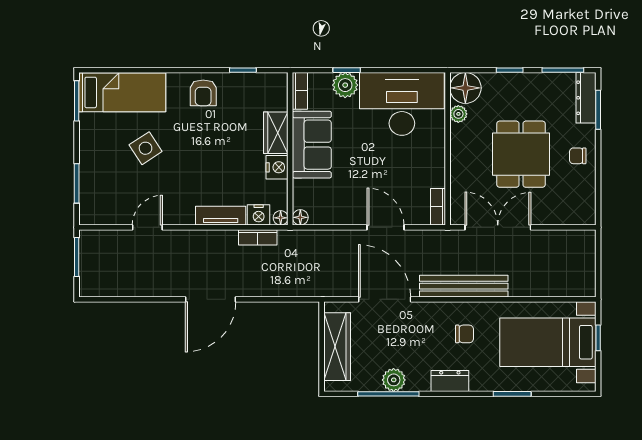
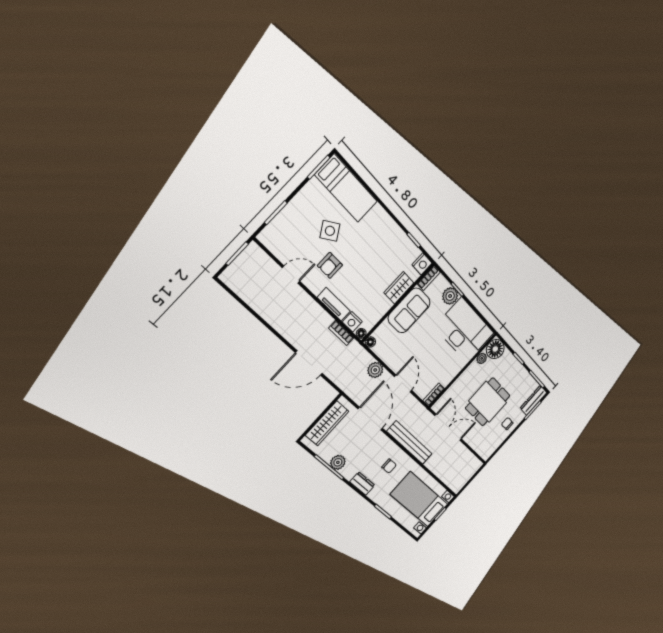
armchair: (203, 93) -> (330, 265), moved
nightstand: (277, 167) -> (422, 264), moved
plant: (336, 242) -> (375, 370), added
door: (210, 299) -> (309, 363), moved

